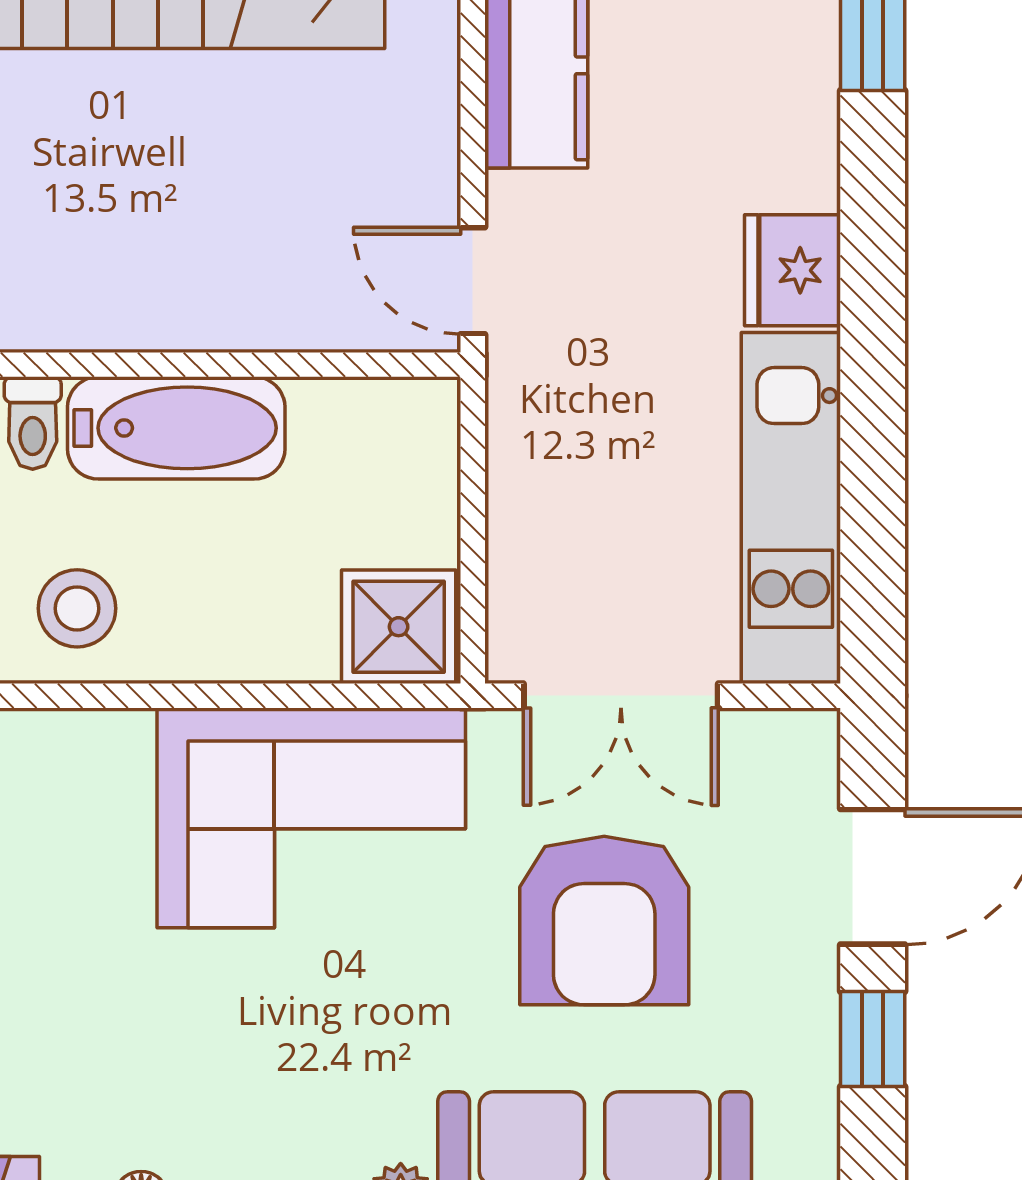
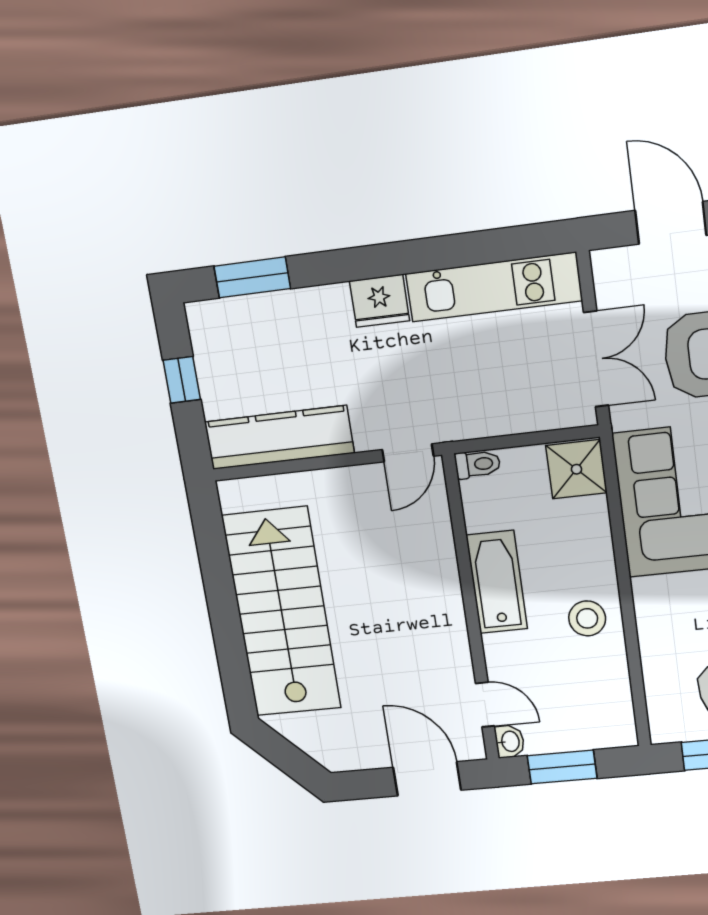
toilet: (33, 423) -> (478, 464), moved

